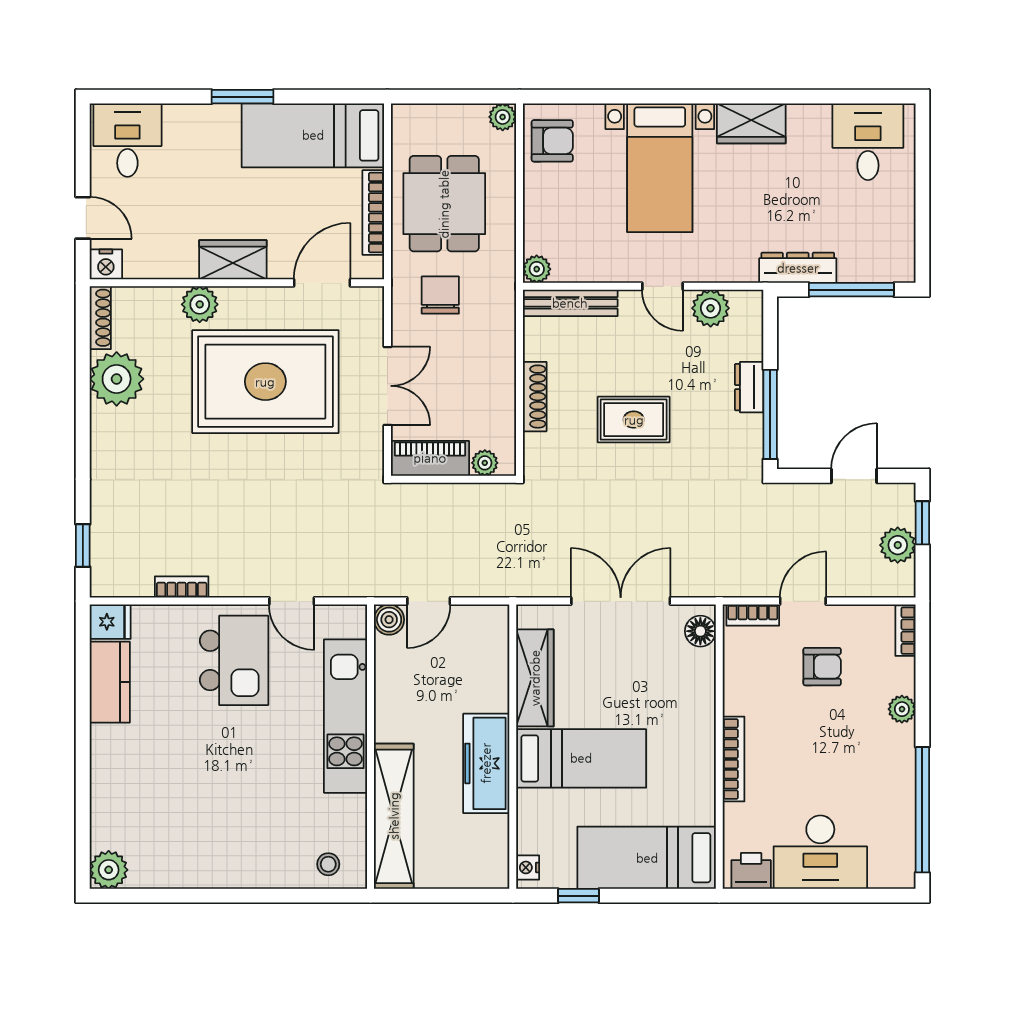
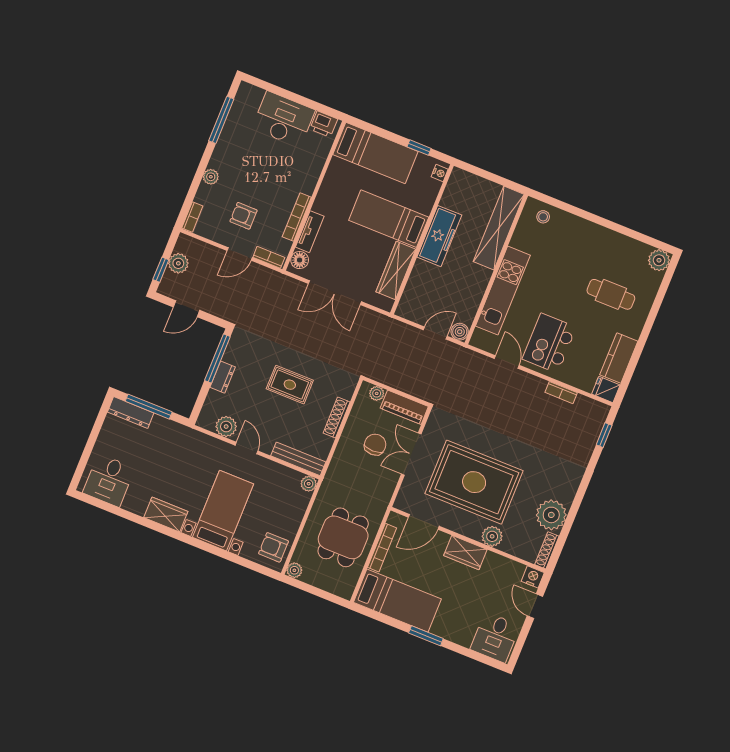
dresser: (798, 268) -> (131, 412), moved
chair: (440, 295) -> (375, 445), moved, turned 180
tv unit: (702, 684) -> (310, 232), added
bookcase: (734, 759) -> (297, 217), moved
cafe table: (165, 782) -> (611, 294), added
window: (922, 810) -> (221, 120), width x0.68

